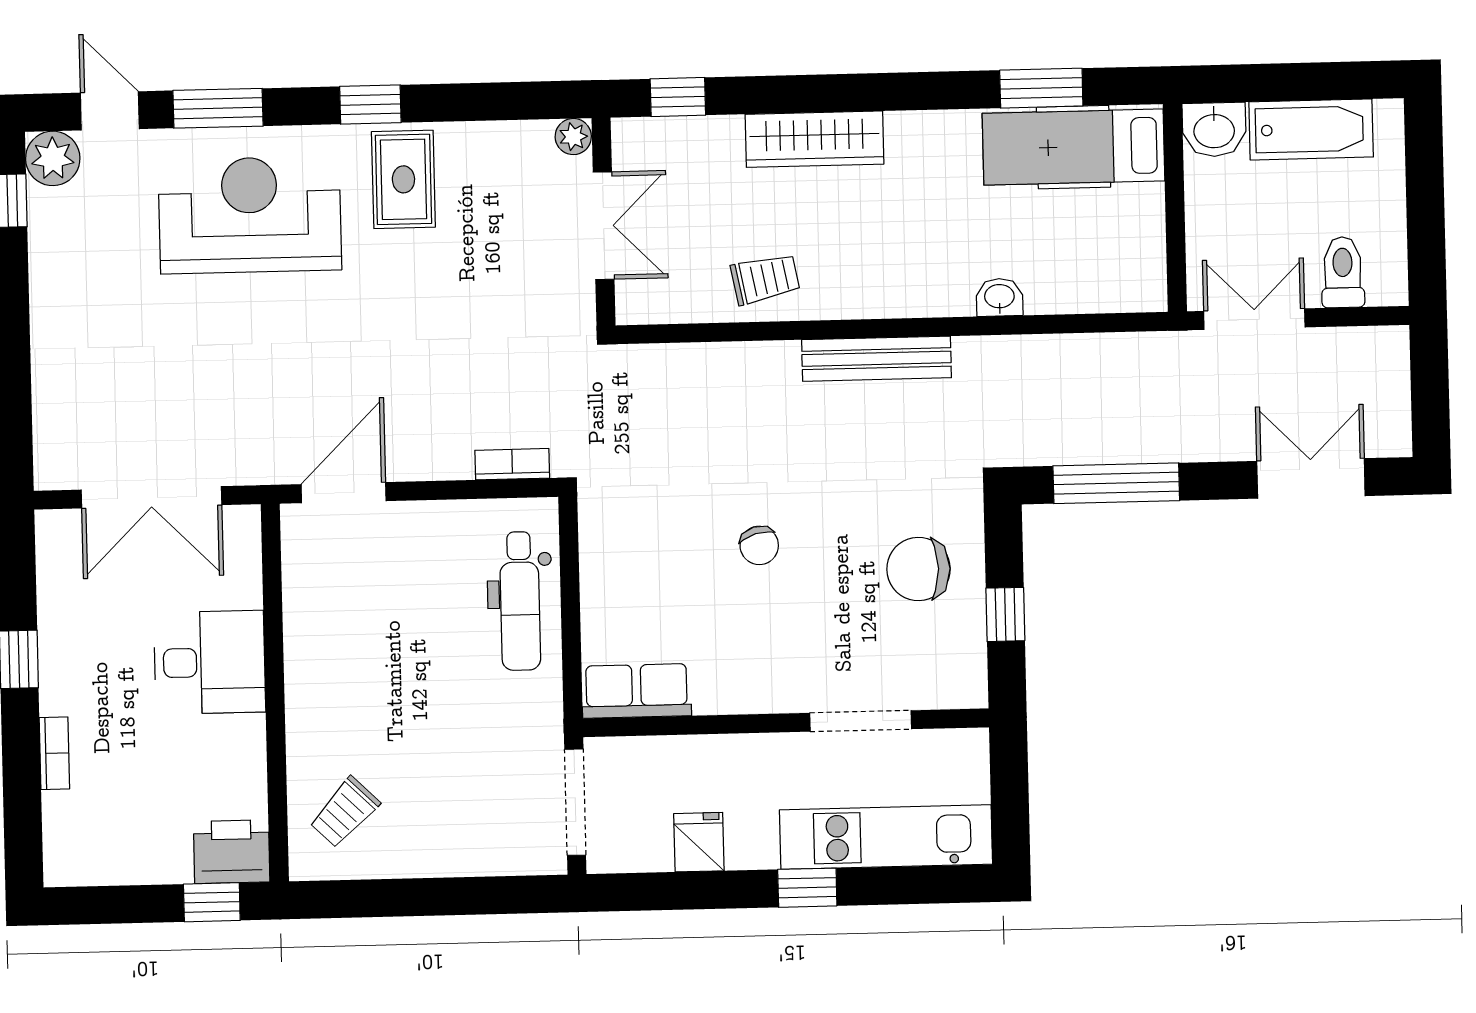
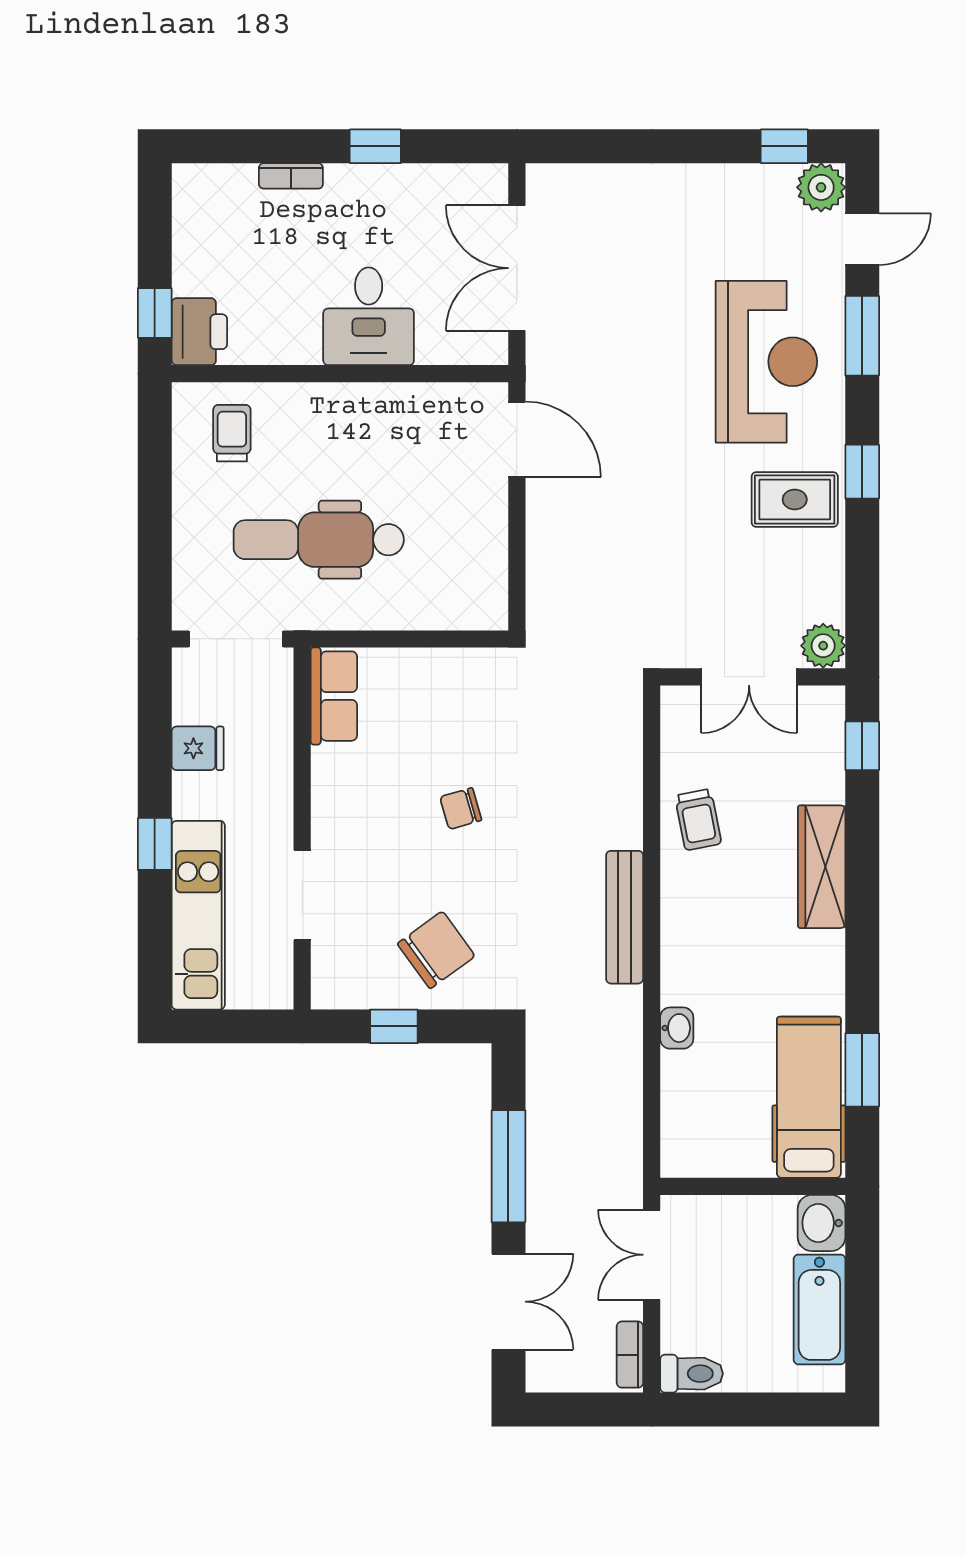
plant: (573, 137) -> (823, 646), width x1.38, depth x1.38
toilet: (1343, 272) -> (691, 1374), moved
double door: (1254, 319) -> (652, 1255), swing flipped
bookcase: (512, 464) -> (630, 1355), moved, turned 180
window: (1116, 483) -> (508, 1166), moved
chair: (918, 569) -> (436, 950), turned 54
dental chair: (520, 601) -> (319, 540), moved, width x1.36, depth x1.38
trolley: (345, 812) -> (232, 433), turned 46

